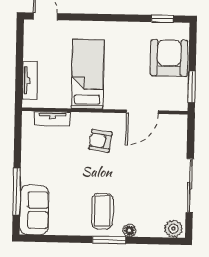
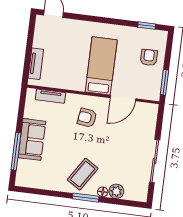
armchair: (169, 58) -> (149, 57), width x0.53, depth x0.53
bed: (88, 74) -> (101, 66), moved
sofa: (34, 210) -> (32, 139), moved
coffee table: (102, 211) -> (83, 174), turned 33
plant: (173, 229) -> (116, 191), moved

